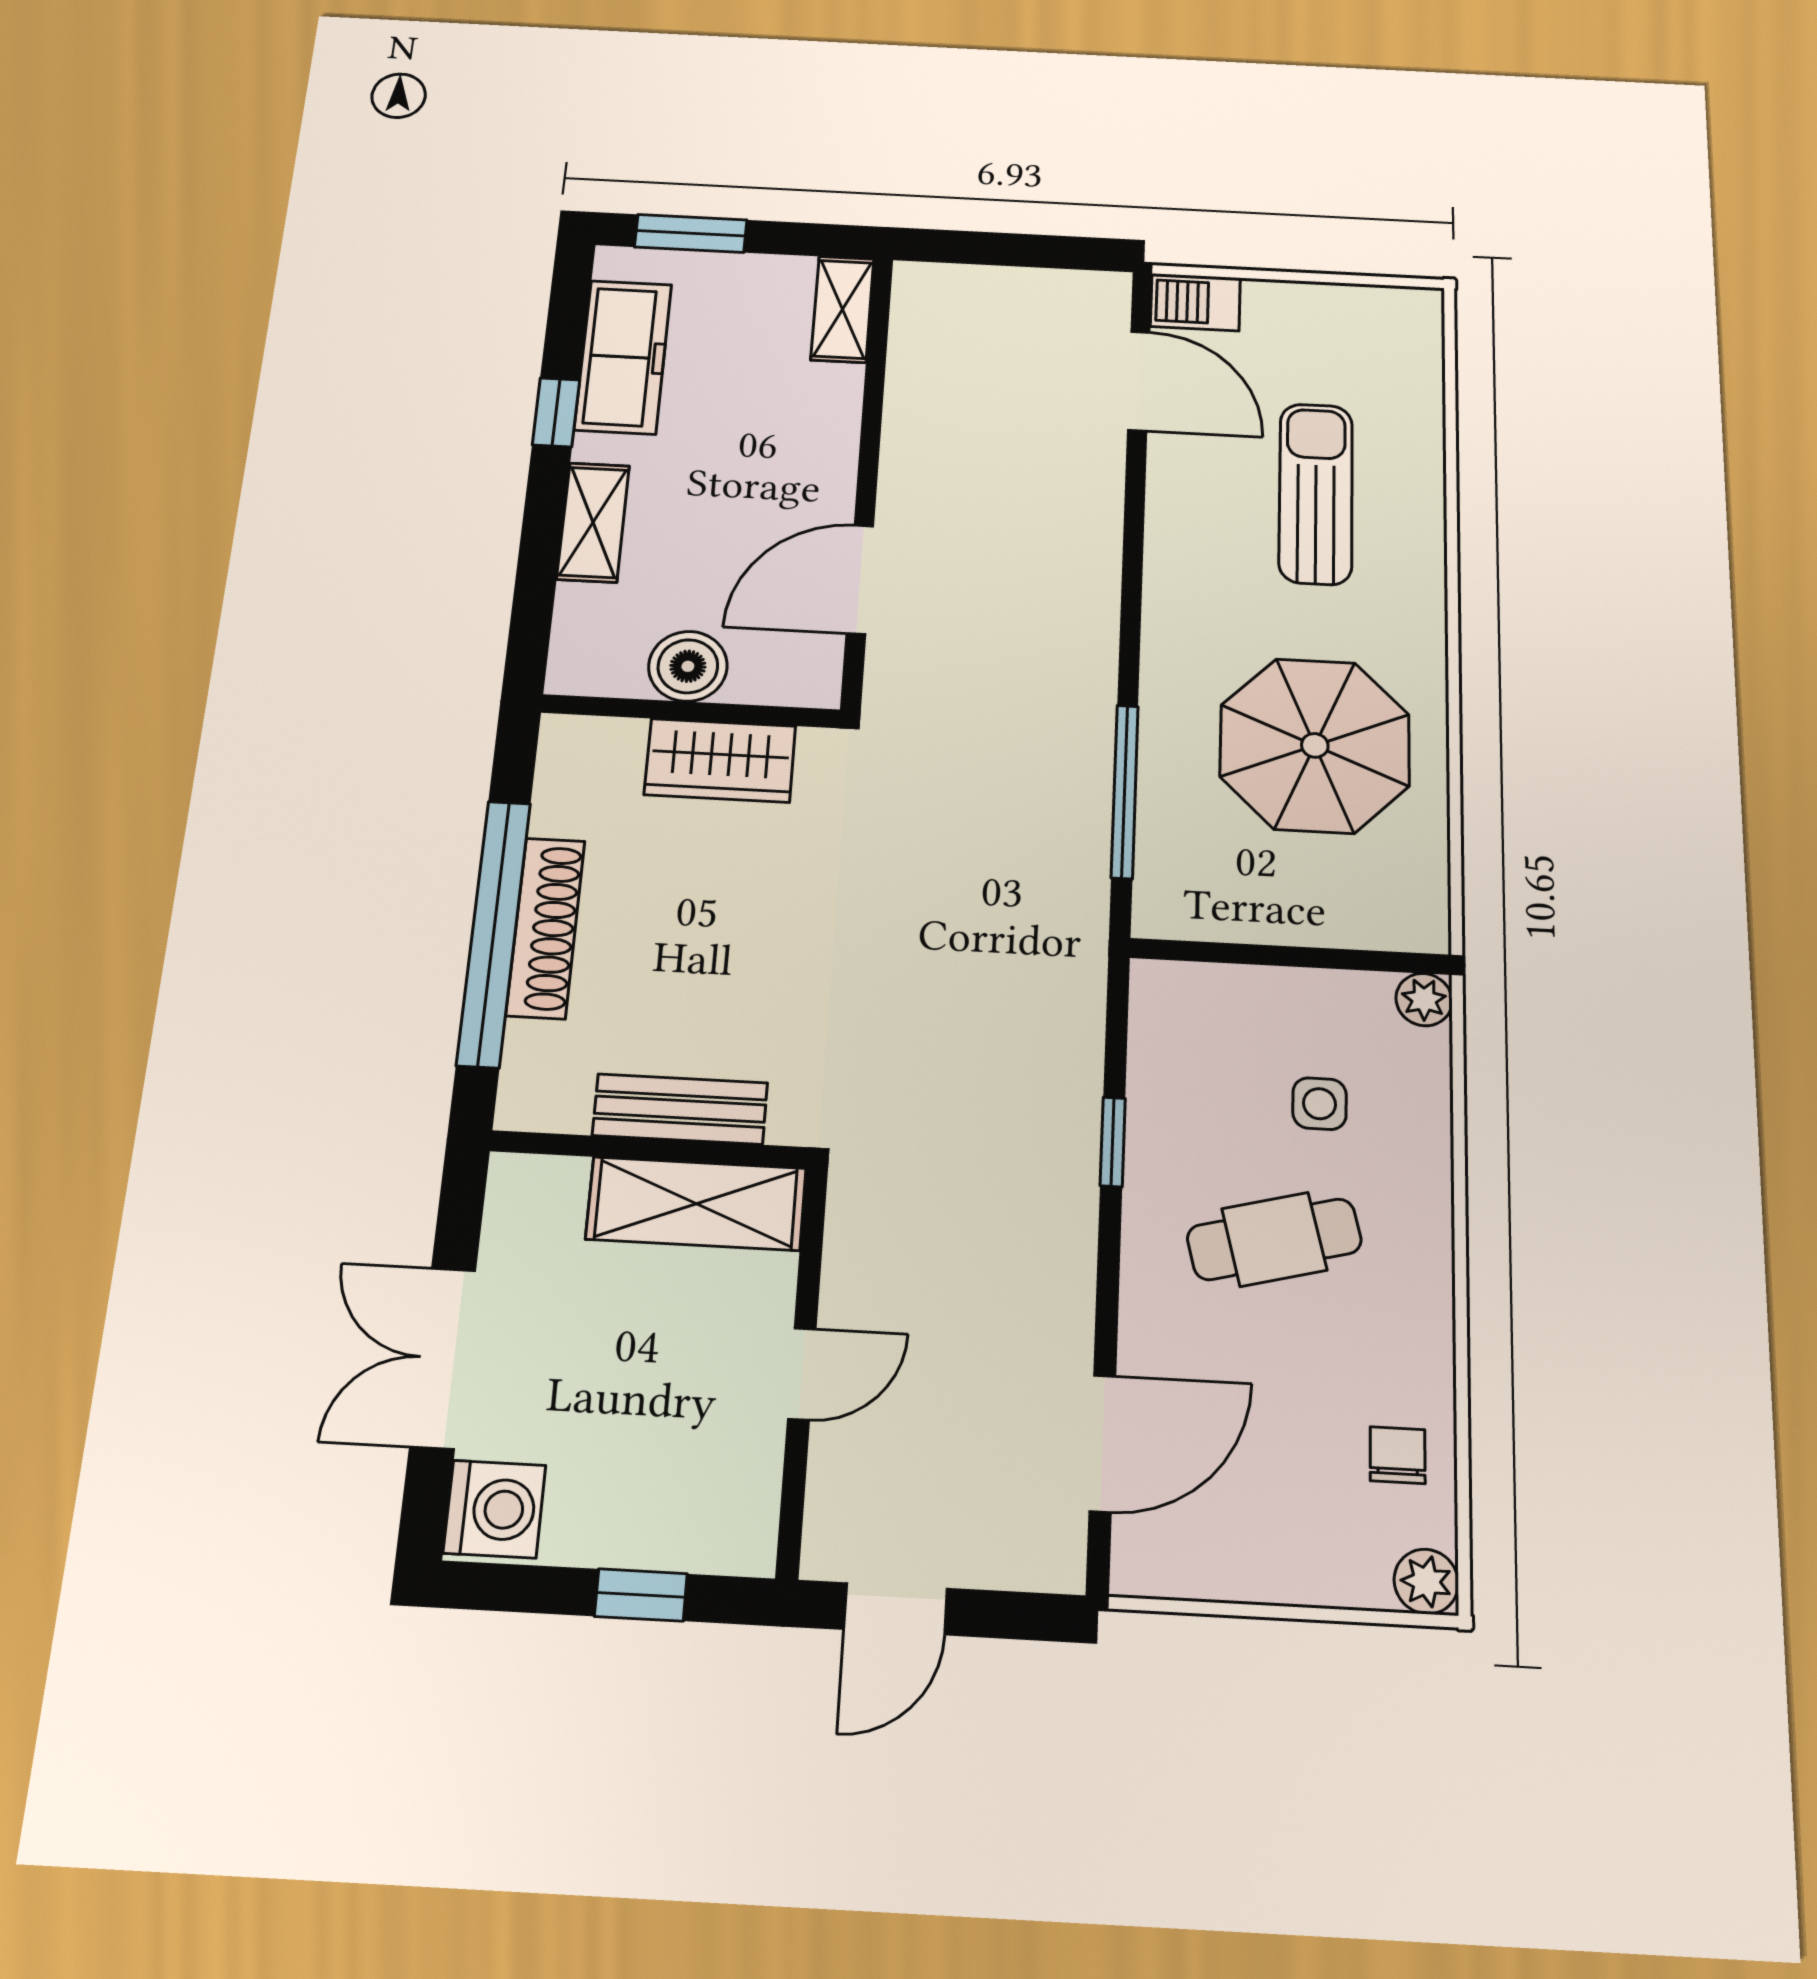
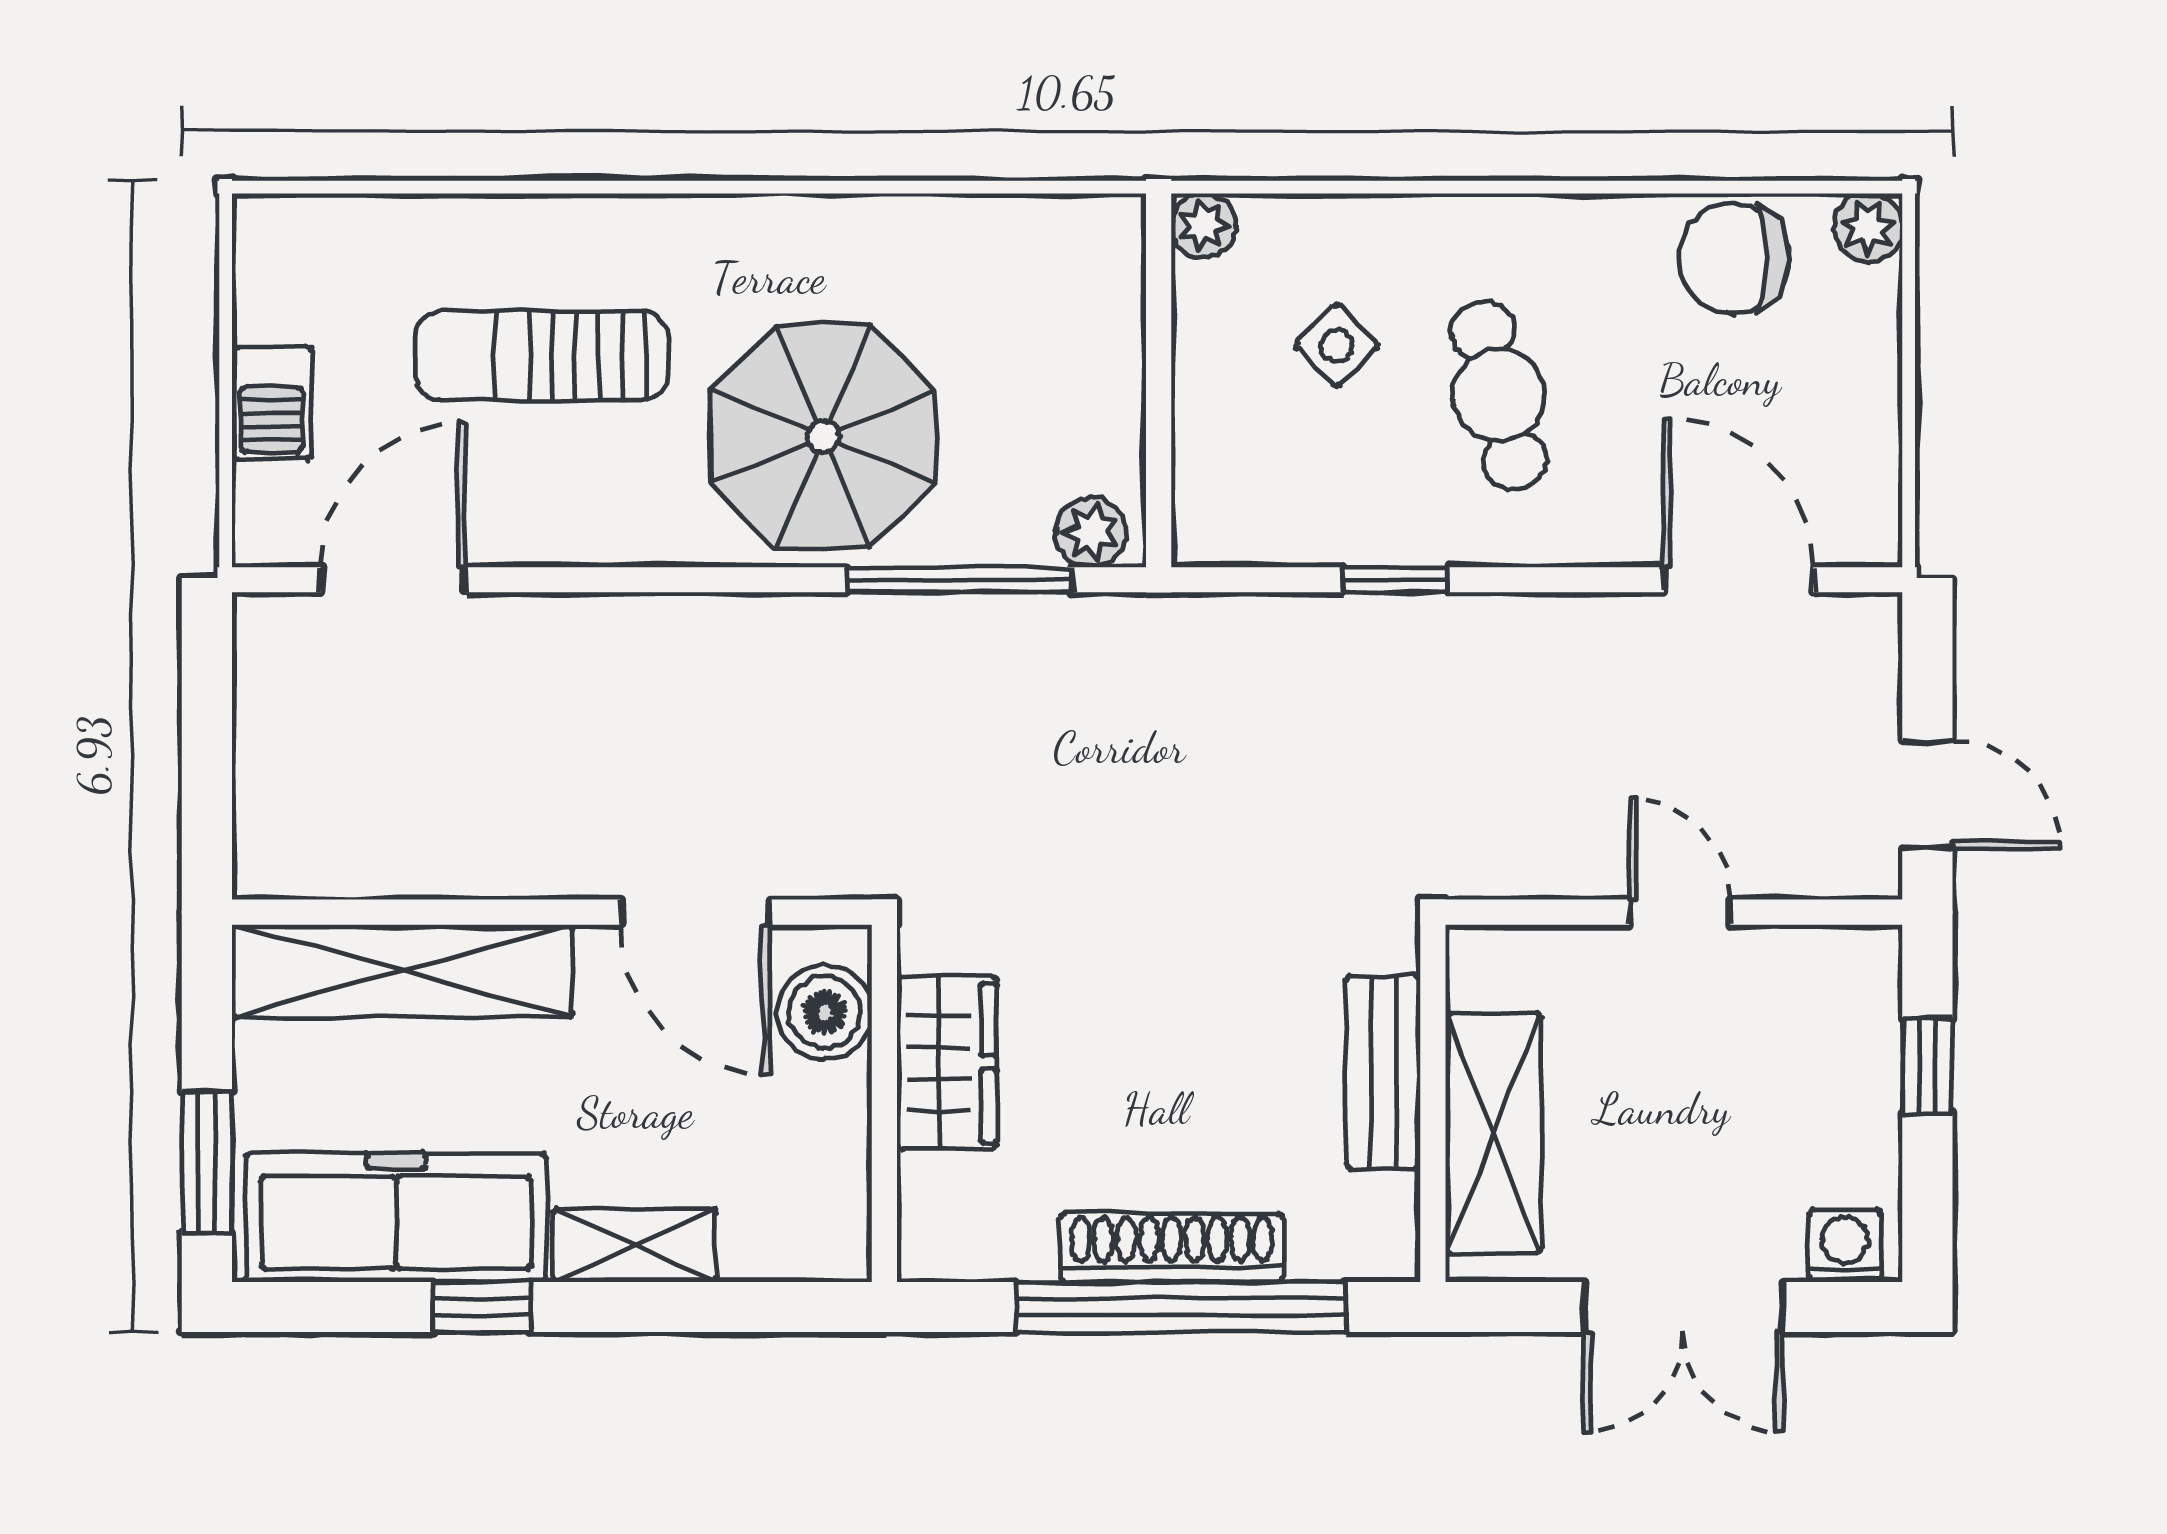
barbecue: (1195, 302) -> (272, 403), moved
shelving: (842, 309) -> (402, 971), width x2.20, depth x1.33
freezer: (623, 357) -> (396, 1218), width x1.36, depth x1.26
boiler: (688, 666) -> (825, 1012), moved
parasol: (1315, 745) -> (823, 437), moved
plant: (1162, 896) -> (1091, 532), added
side table: (1319, 1104) -> (1337, 346), turned 45
shelving: (696, 1204) -> (1493, 1133), moved
chair: (1398, 1455) -> (1734, 258), width x1.87, depth x1.87
washing machine: (495, 1509) -> (1845, 1246), width x0.73, depth x0.73

